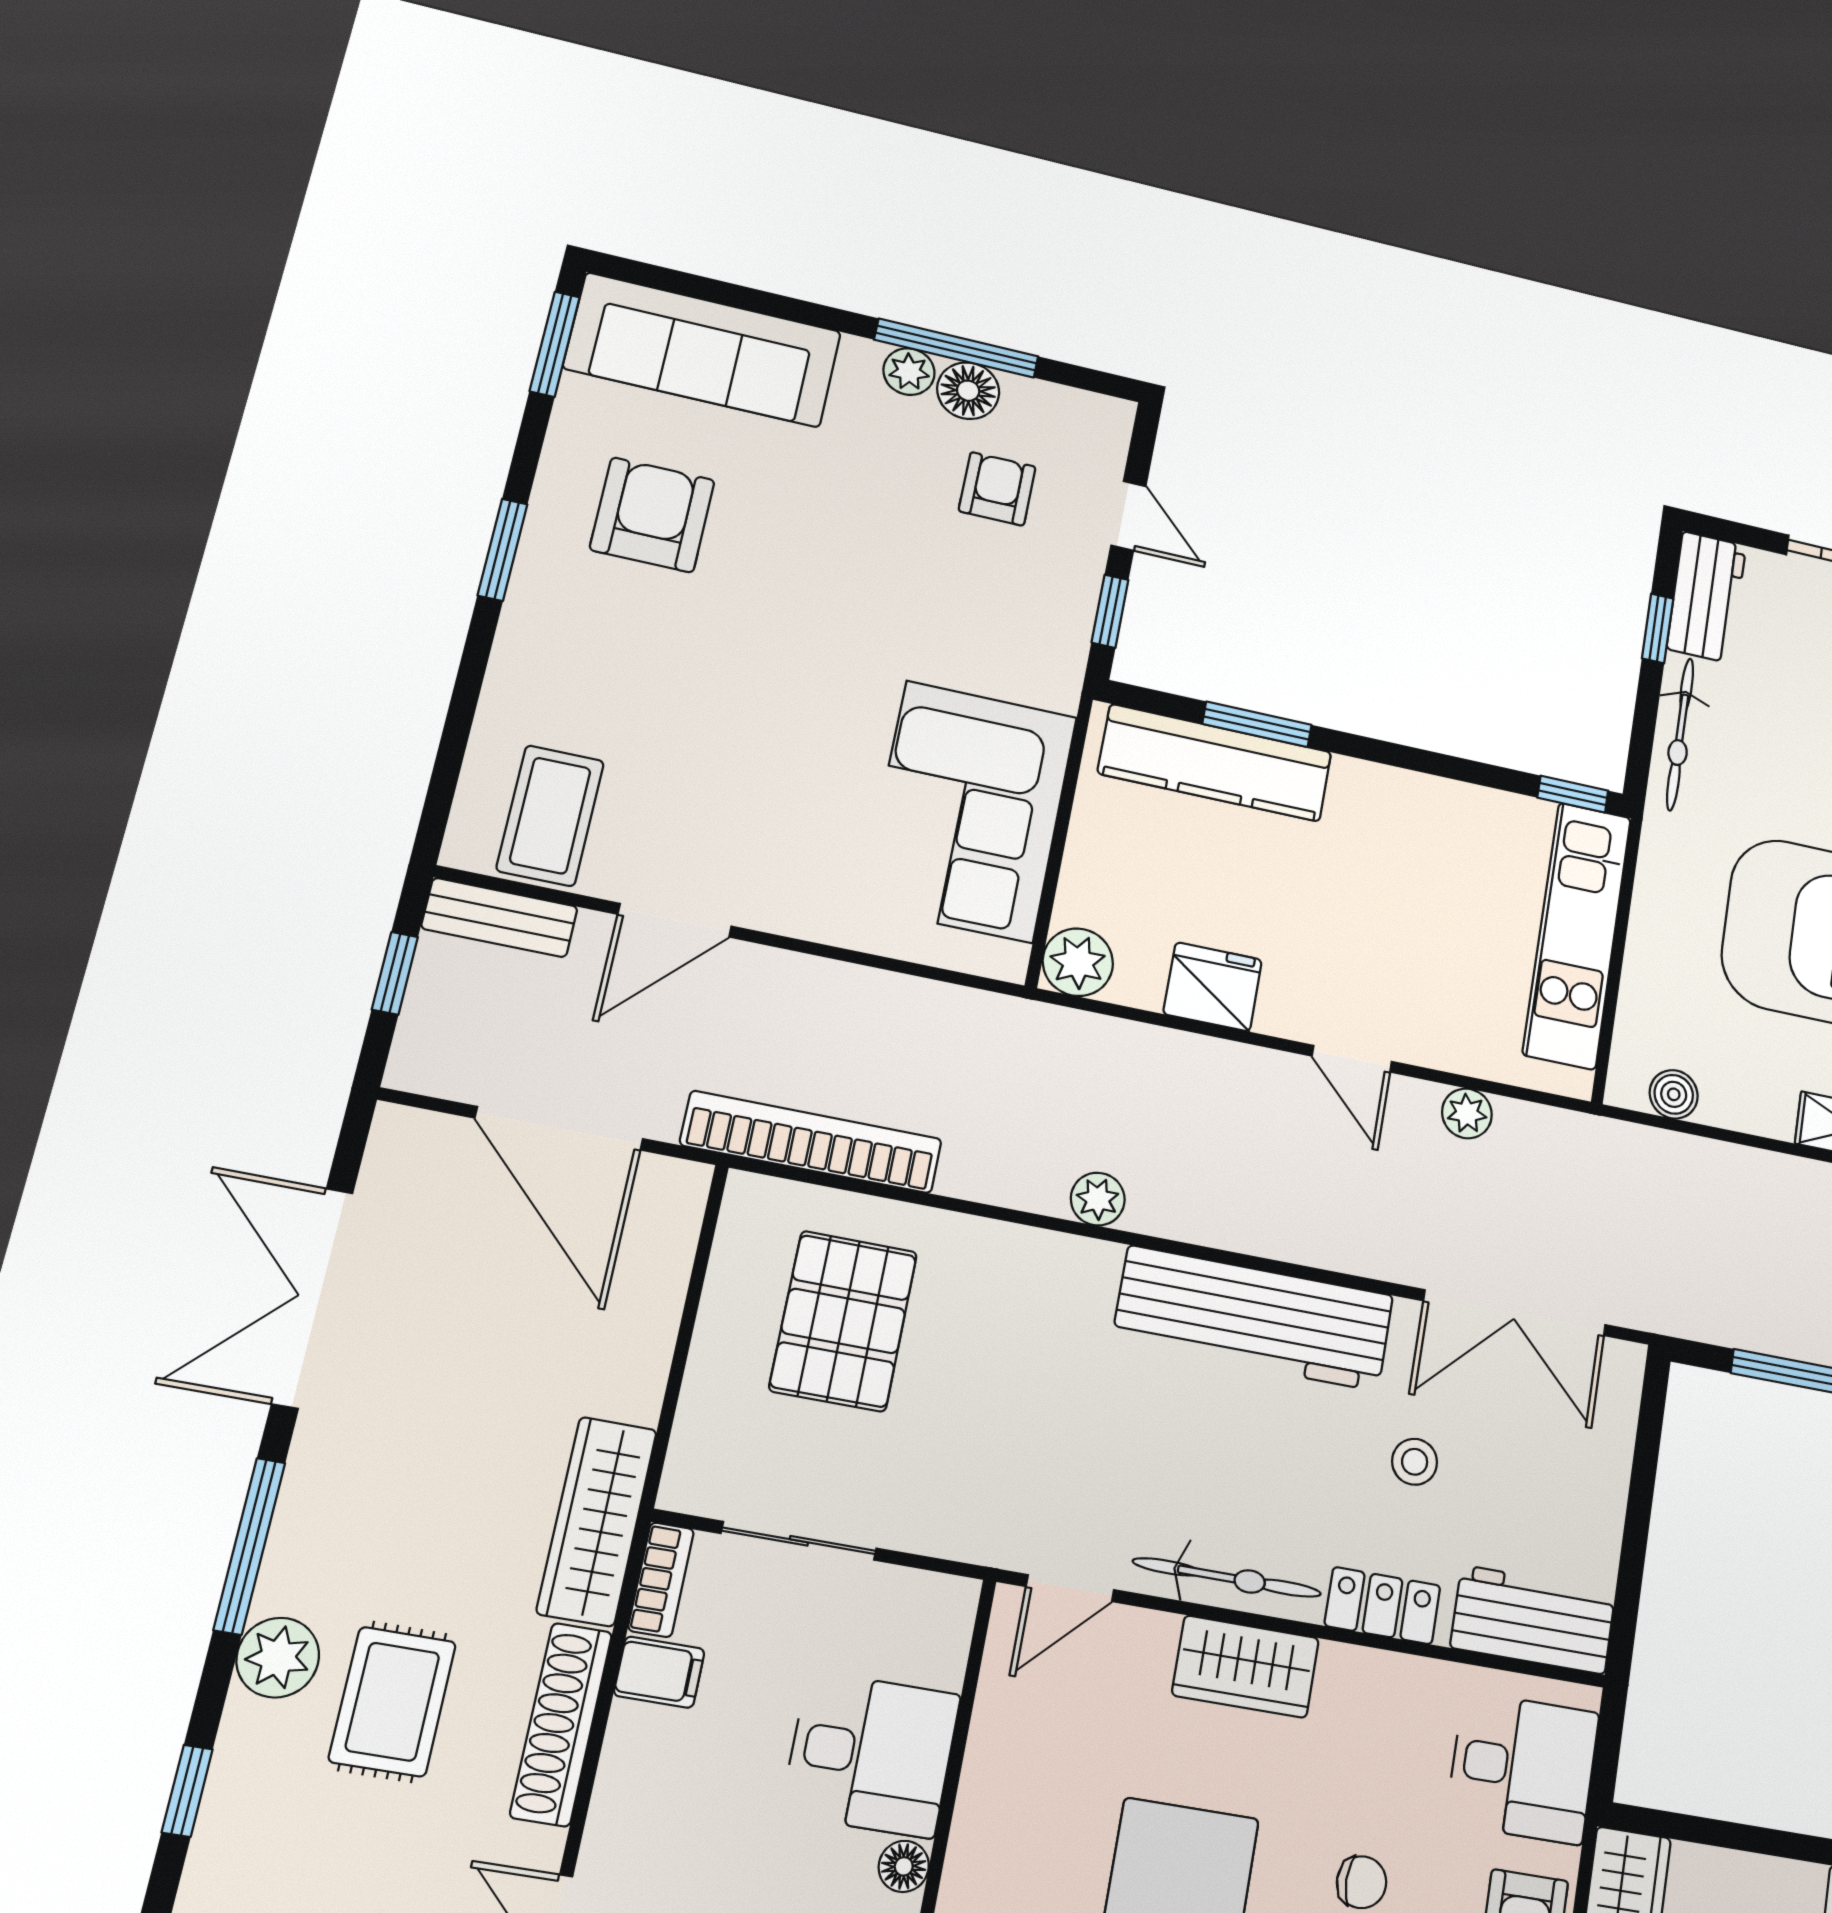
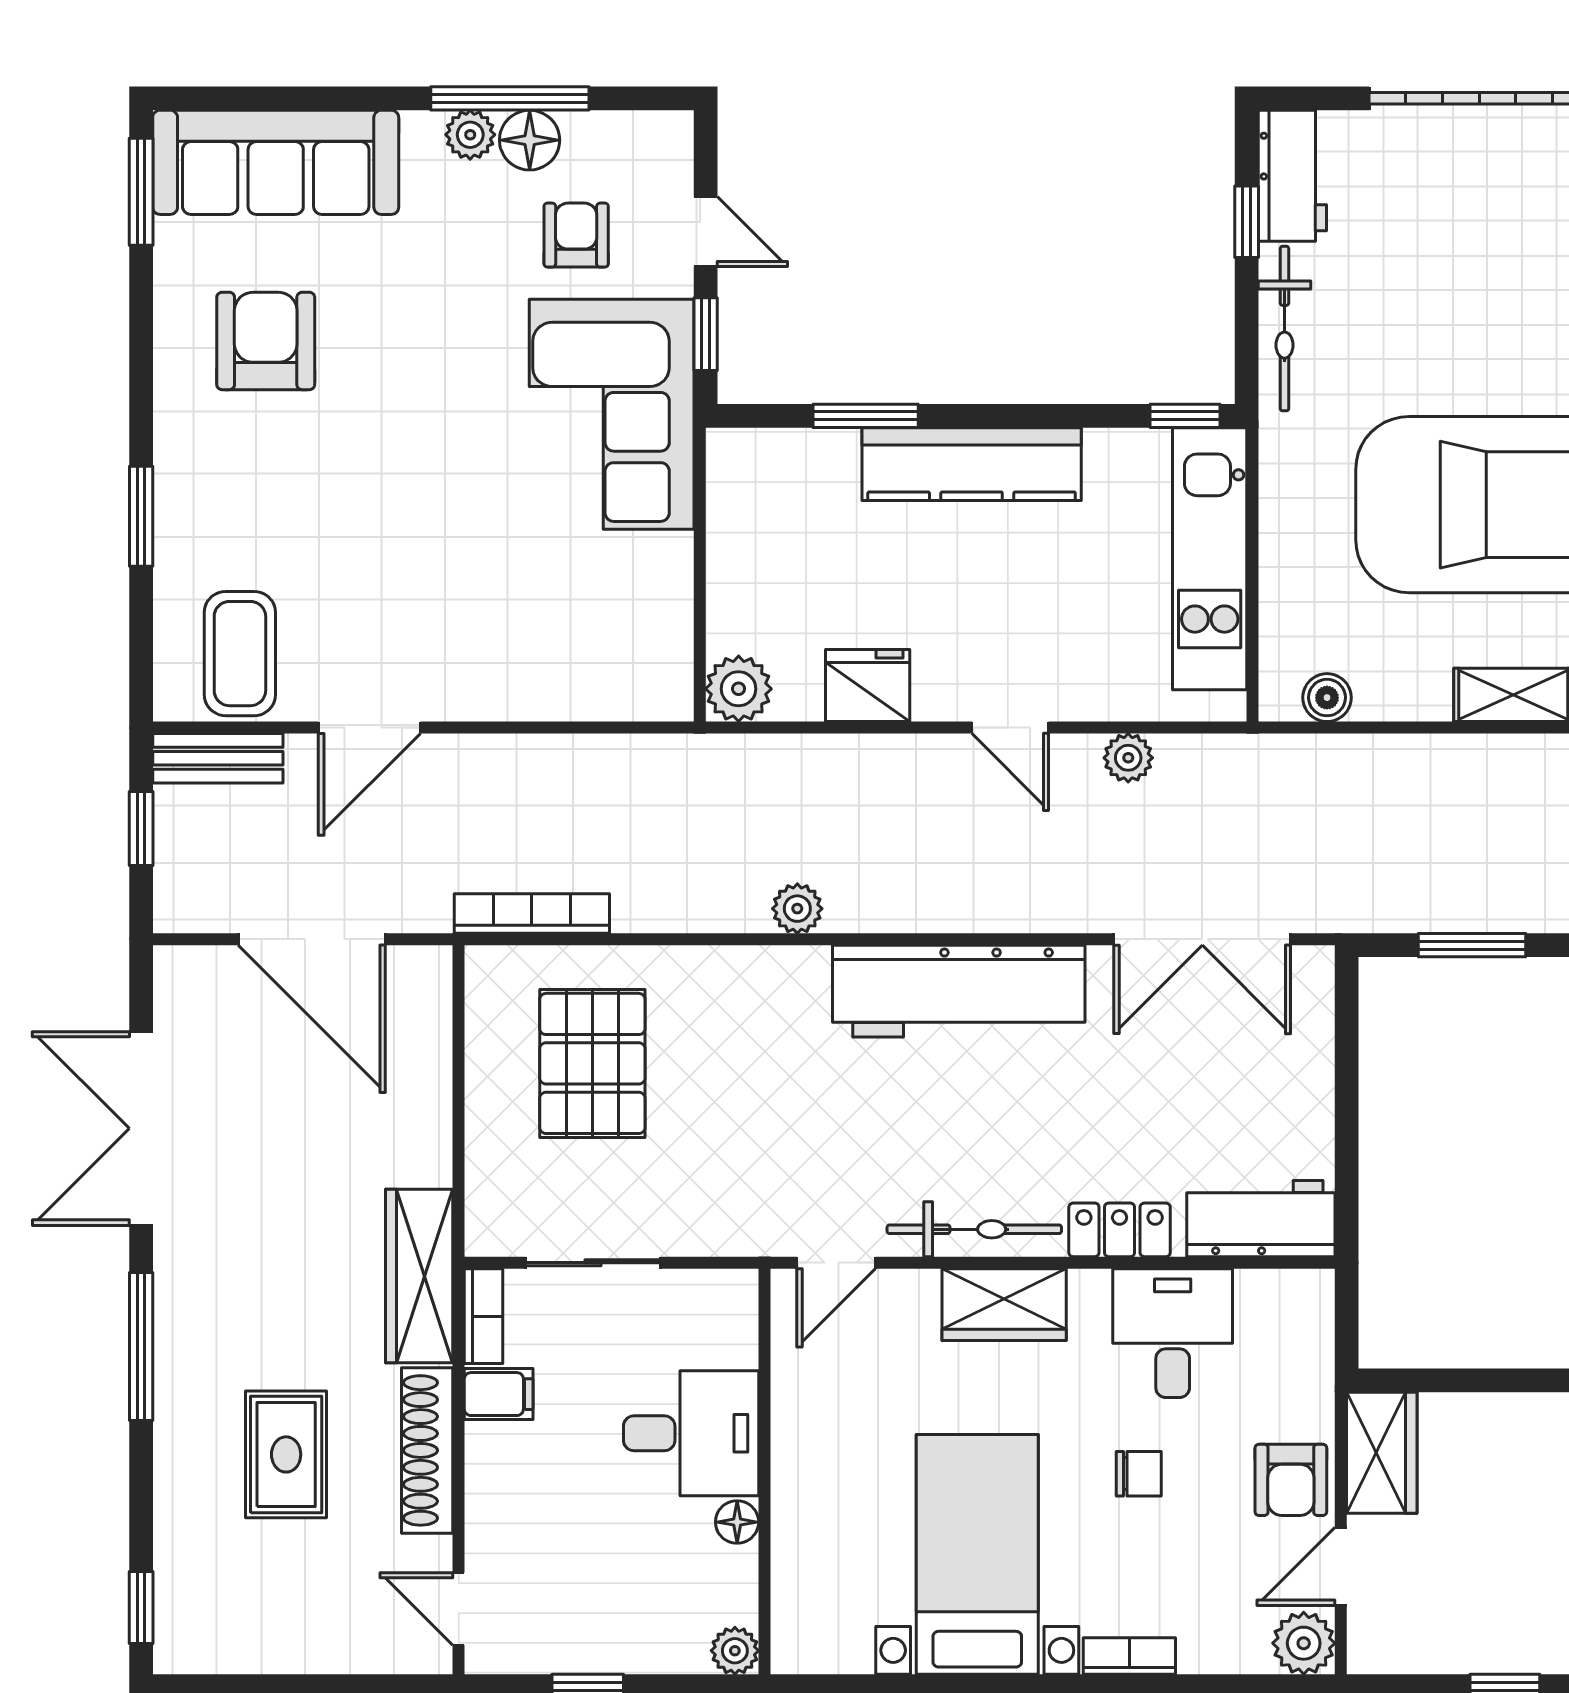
window: (502, 550) -> (141, 516), moved
kitchen counter: (1215, 763) -> (972, 464), moved
corner sofa: (969, 811) -> (612, 414), moved
bookcase: (811, 1142) -> (532, 914), width x0.68, depth x0.76
stool: (1415, 1462) -> (1129, 1095), removed
plant: (278, 1658) -> (186, 1434), removed
desk: (1523, 1768) -> (1173, 1333), moved, turned -90
window: (187, 1791) -> (141, 1608), moved

